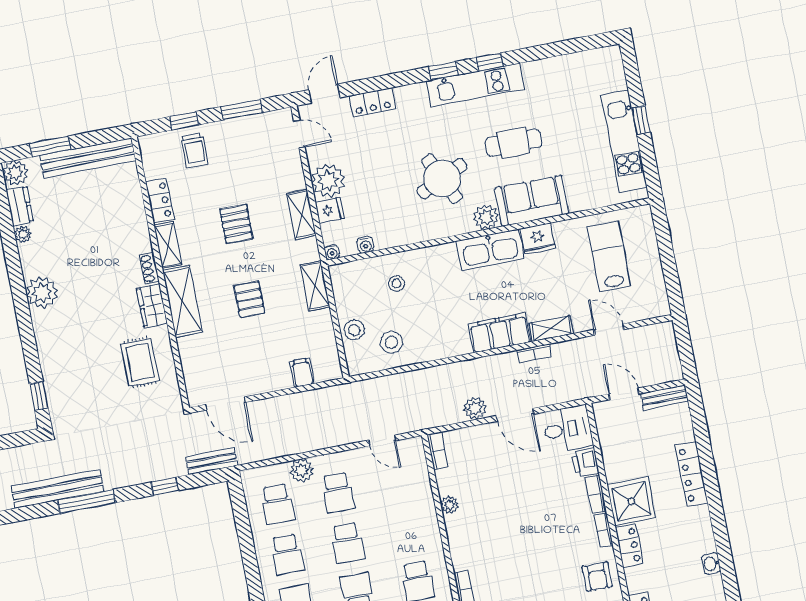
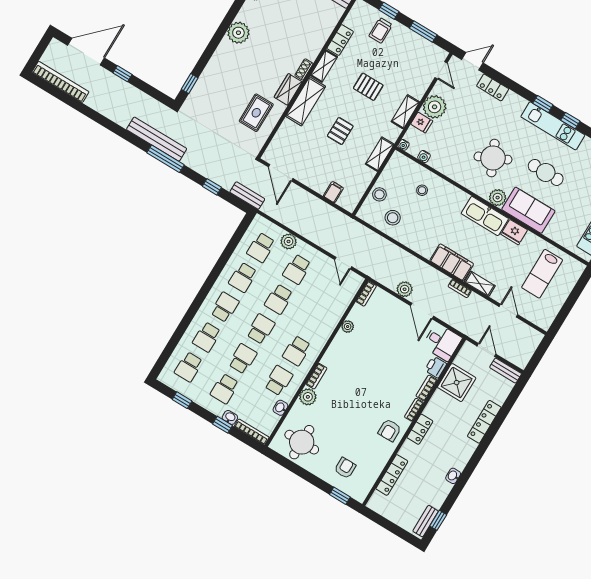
pallet: (236, 224) -> (368, 87), turned 90
lab bench: (609, 256) -> (542, 274), turned 180
shower: (631, 501) -> (457, 383), moved

